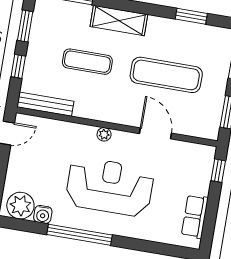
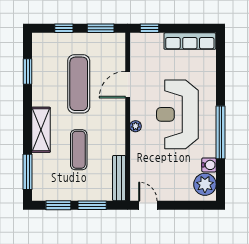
window: (18, 66) -> (92, 205), width x1.50
row of seats: (195, 216) -> (190, 41), width x1.48

